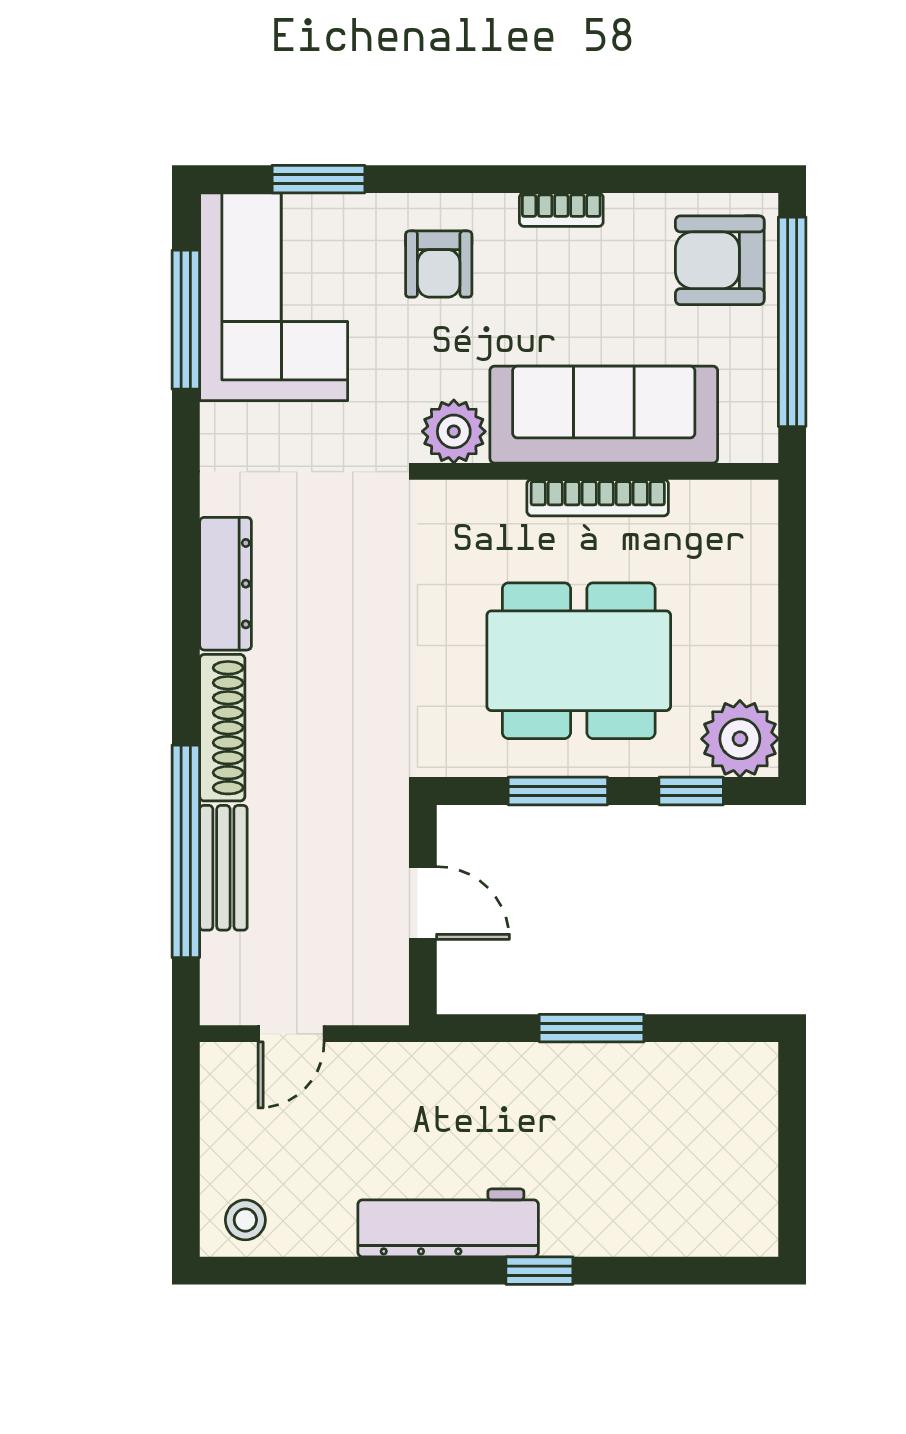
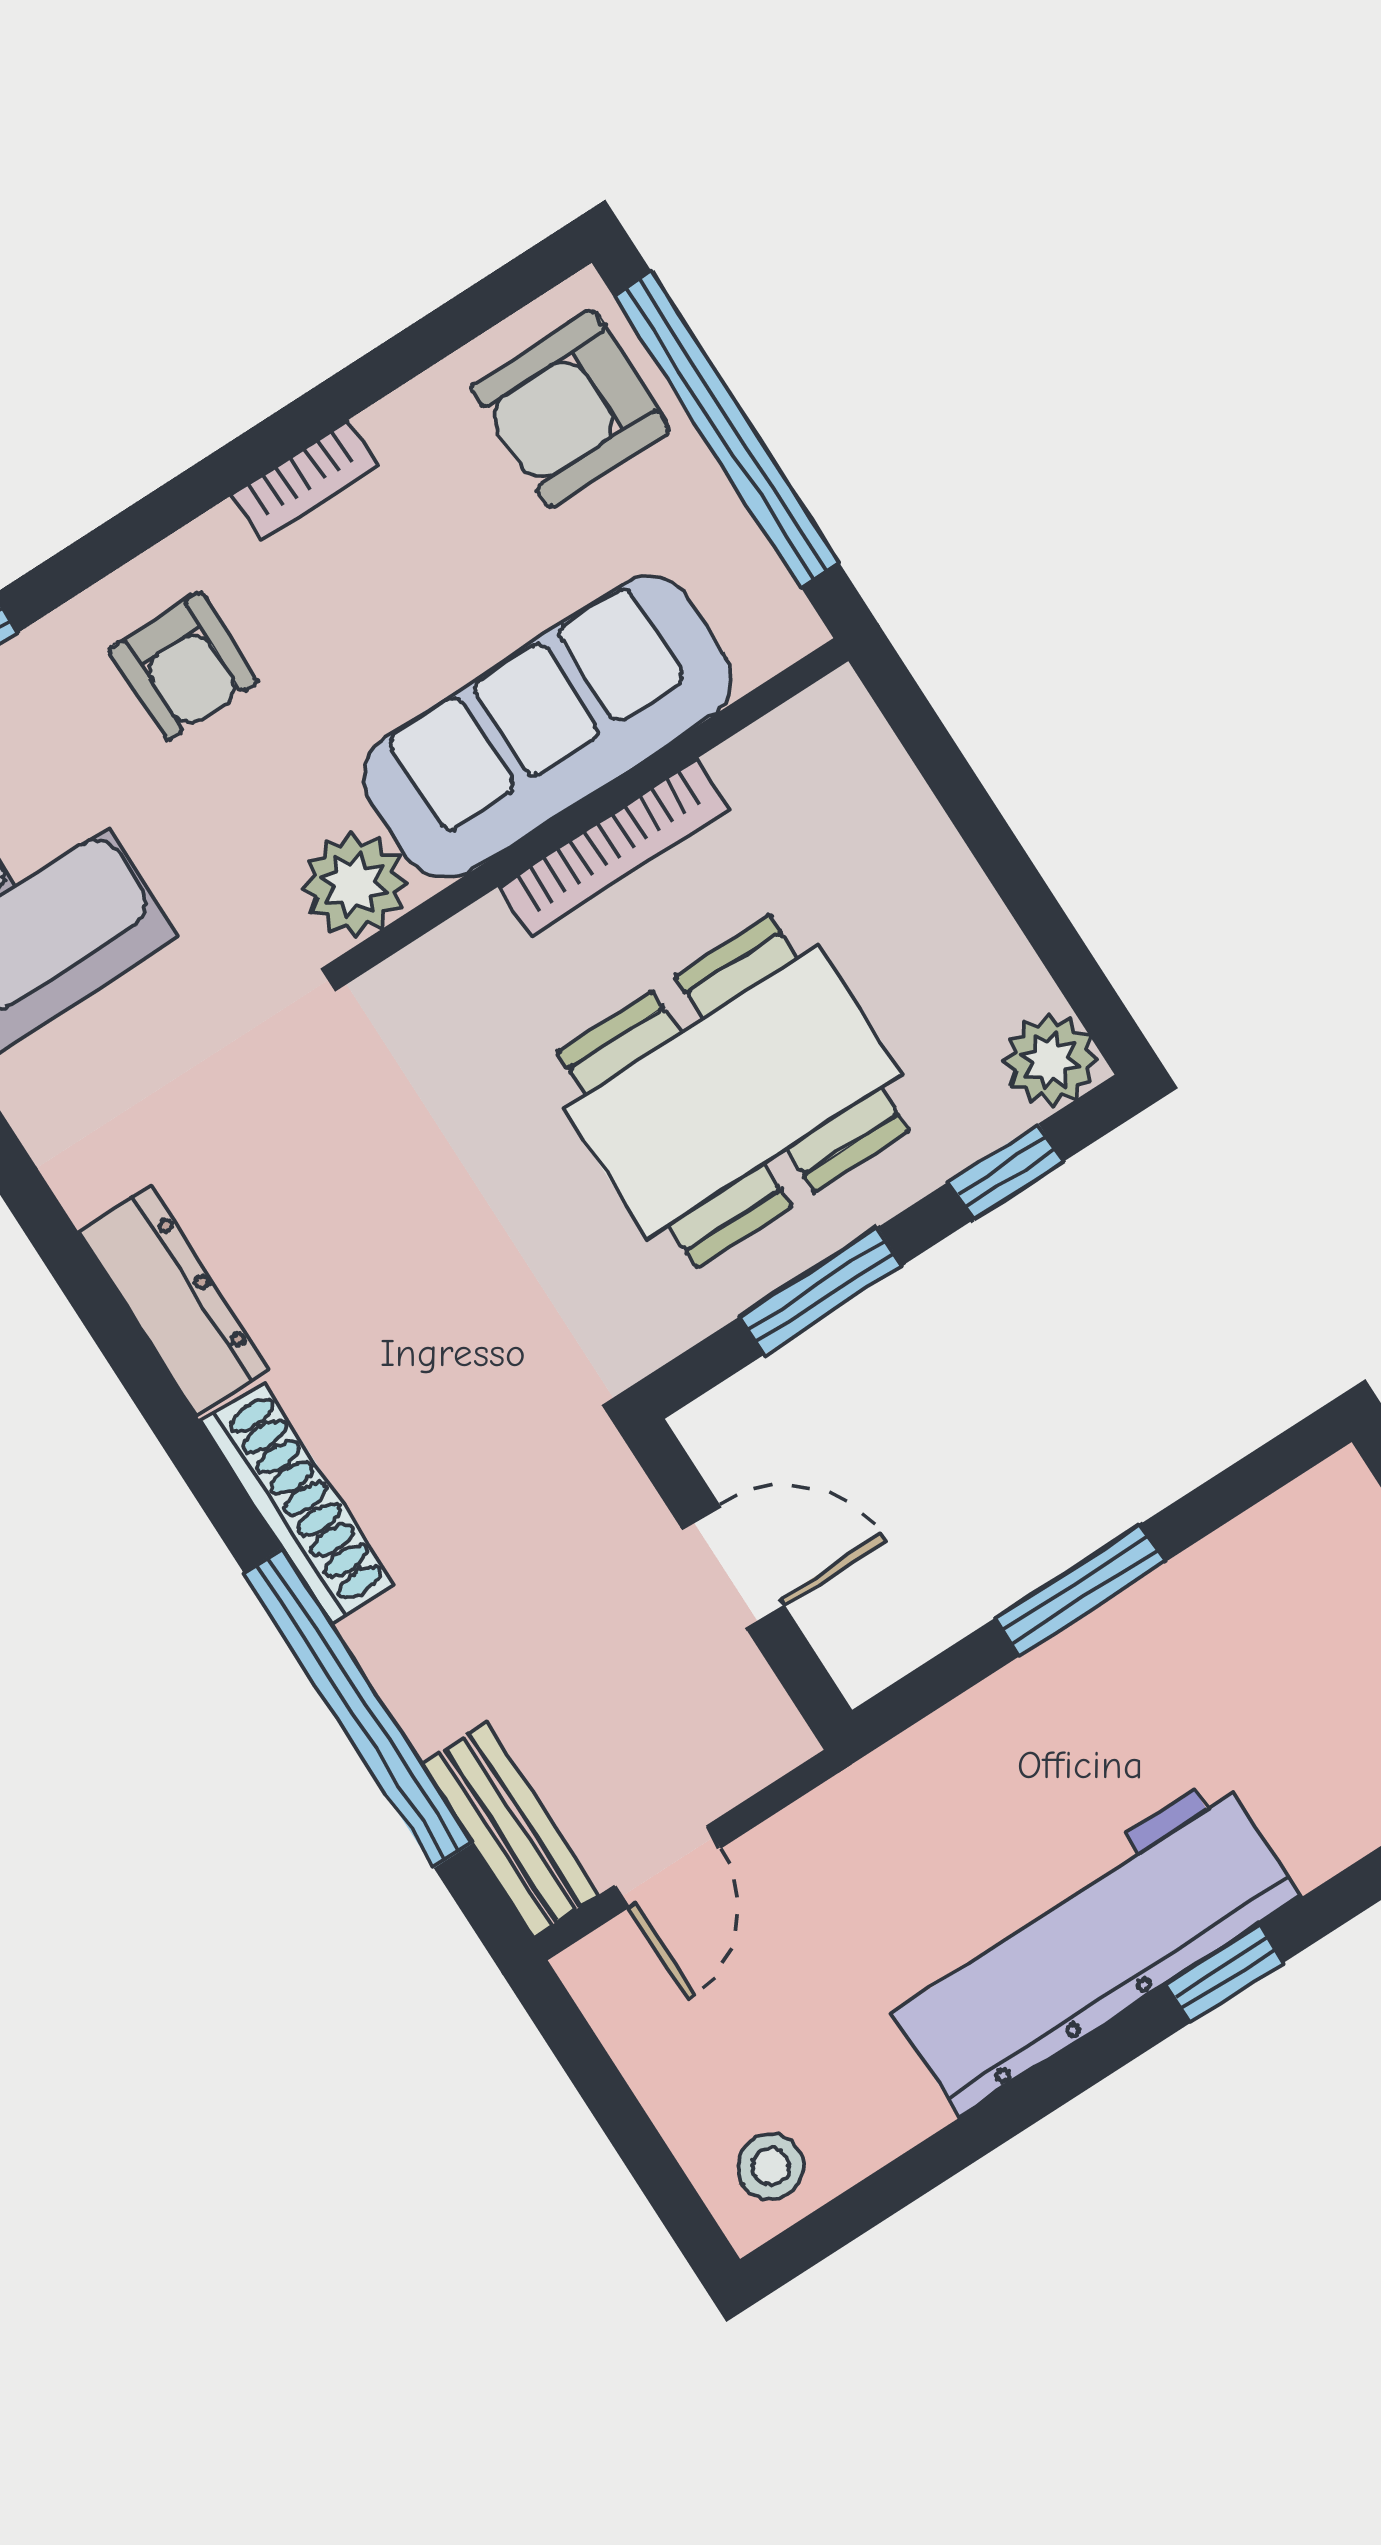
plant: (740, 739) -> (1050, 1061), width x0.73, depth x0.73
bench: (223, 868) -> (510, 1829), moved
workbench: (448, 1223) -> (1091, 1945), width x1.36, depth x1.32

